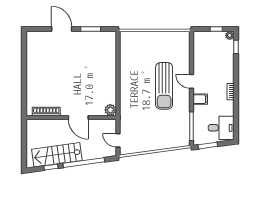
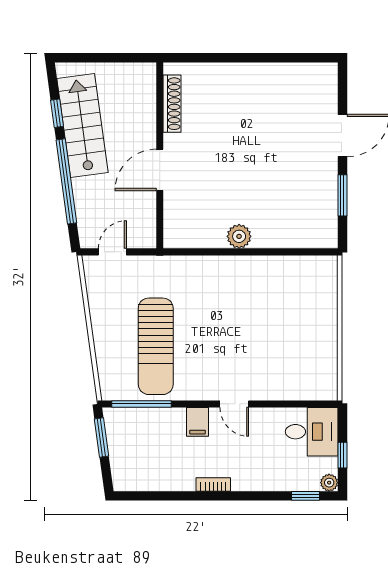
door: (192, 81) -> (234, 404), swing flipped
sun lounger: (164, 86) -> (156, 346), moved, turned -90
plant: (110, 110) -> (239, 236), moved
desk: (221, 128) -> (312, 432), moved, turned -90

